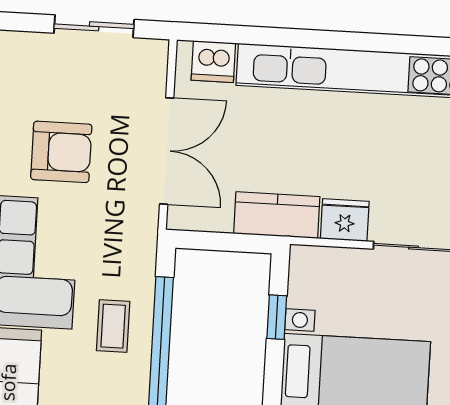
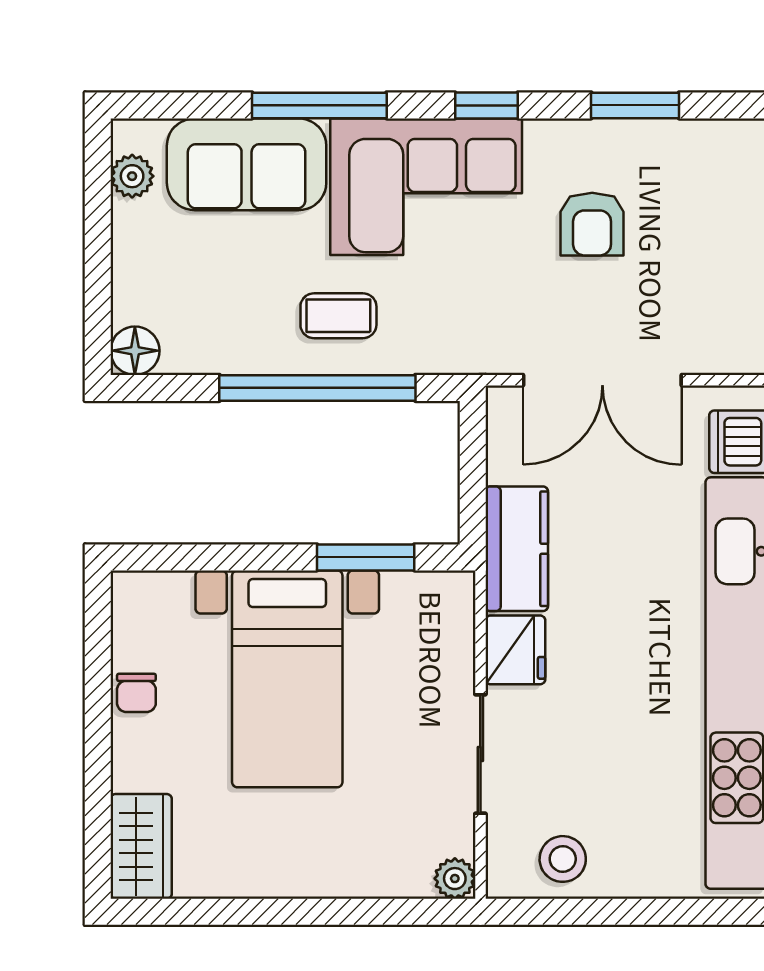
armchair: (61, 152) -> (592, 224), width x0.72, depth x0.72
window: (277, 317) -> (366, 557), width x1.50

